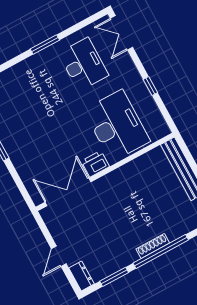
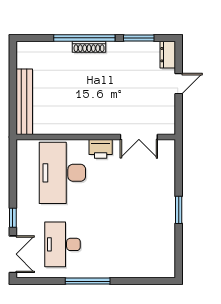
window: (45, 45) -> (88, 281), width x1.44
window: (150, 86) -> (13, 218), moved
double door: (68, 192) -> (139, 137), width x0.73

